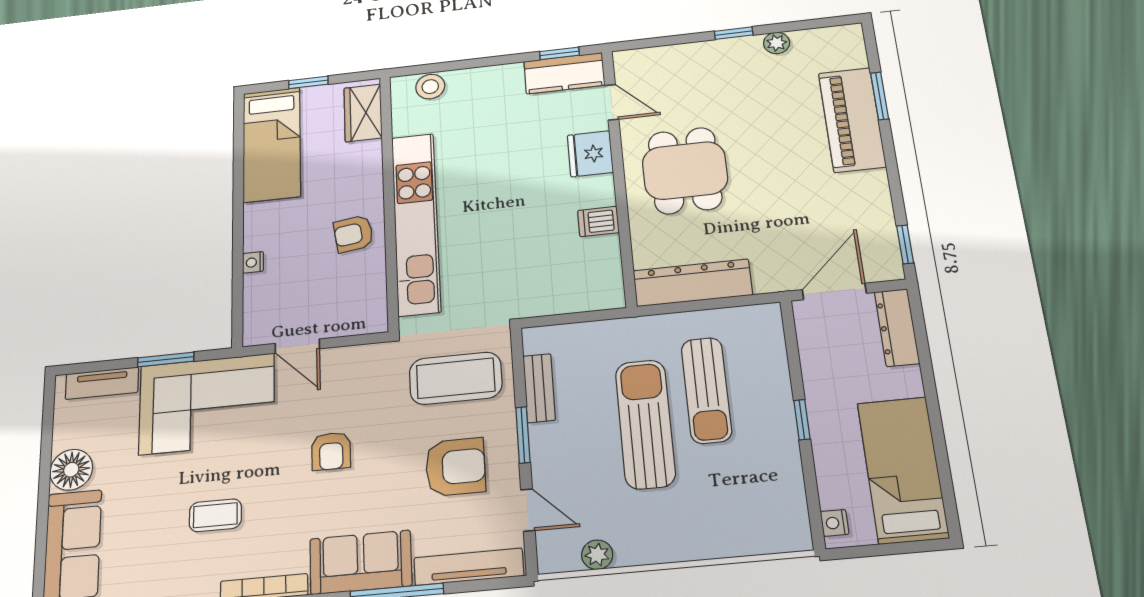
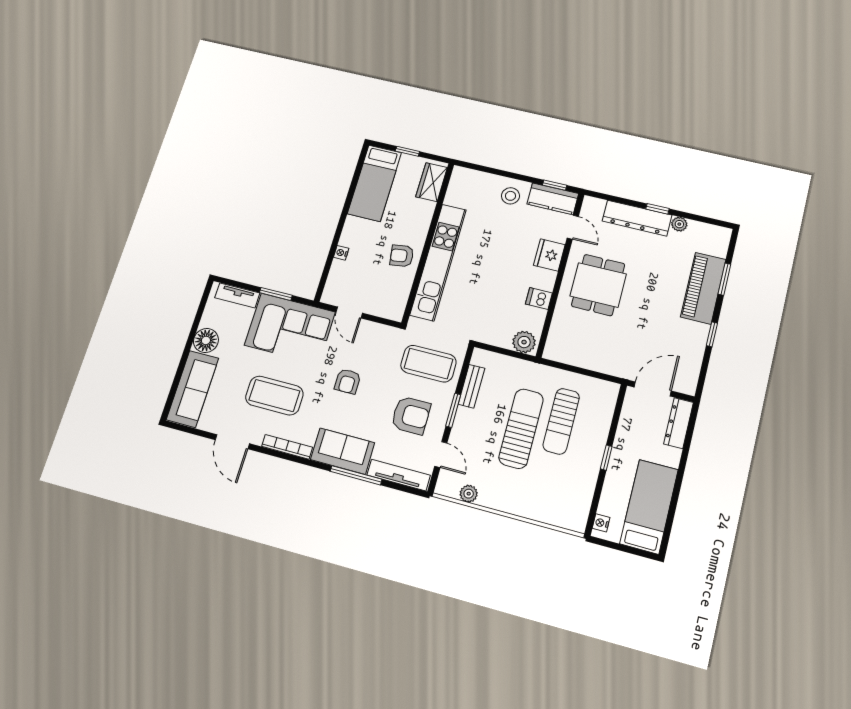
stool: (430, 87) -> (510, 196), moved
window: (905, 244) -> (712, 334), moved
dresser: (693, 283) -> (637, 218), moved, turned 180
plant: (599, 293) -> (524, 342), added
coffee table: (215, 515) -> (274, 396), width x1.86, depth x1.72

